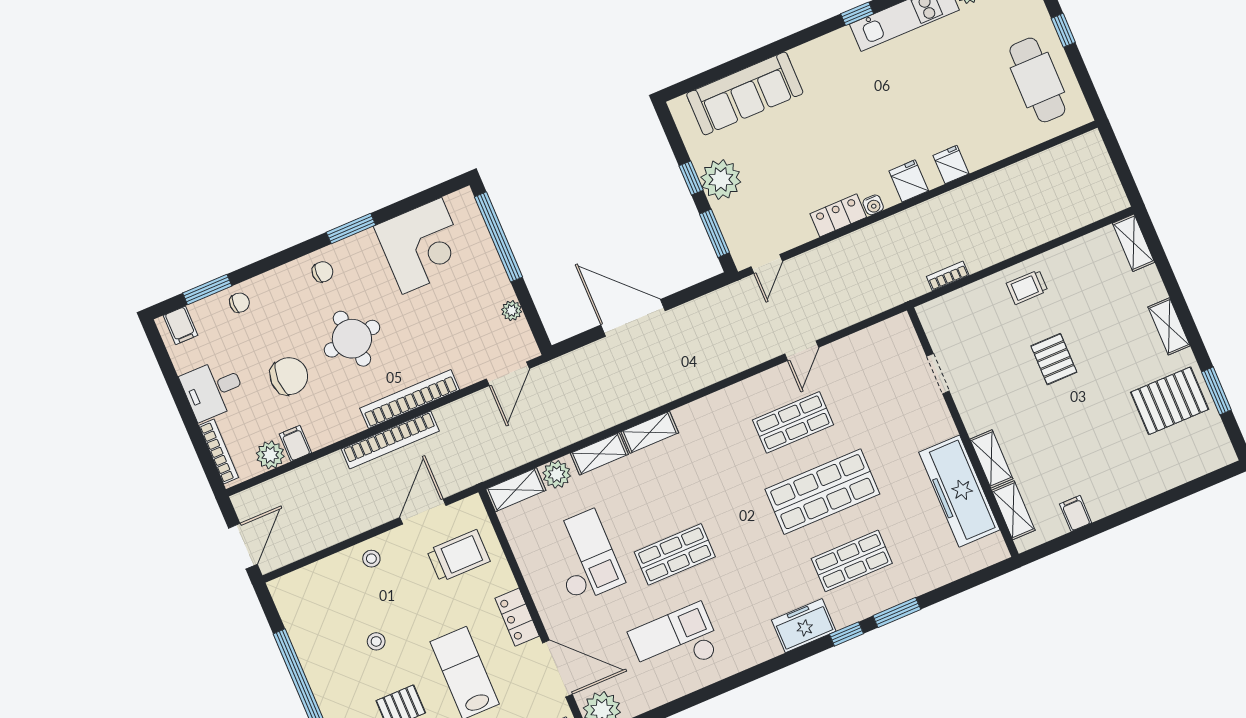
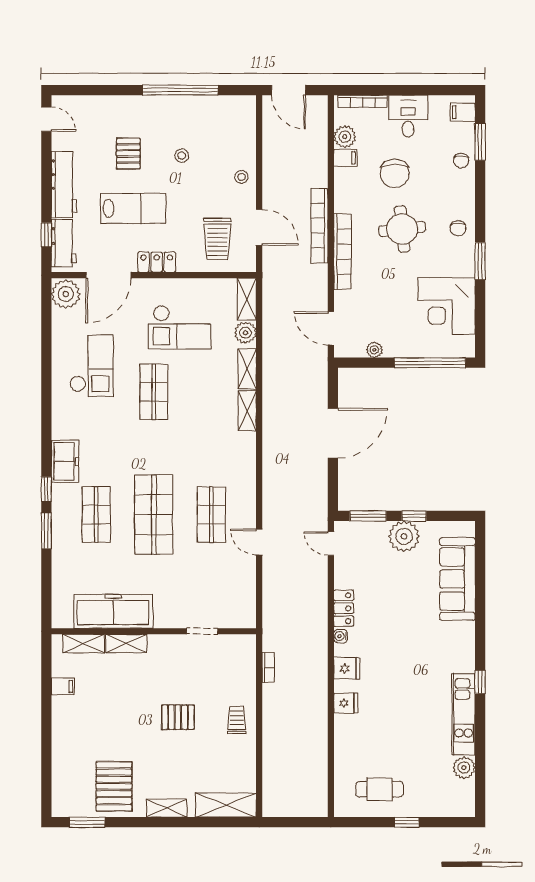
cafe table: (1037, 80) -> (379, 789), width x0.73, depth x0.74
shelving: (1134, 243) -> (226, 805), width x1.50, depth x1.33
window: (1216, 391) -> (87, 822), moved

